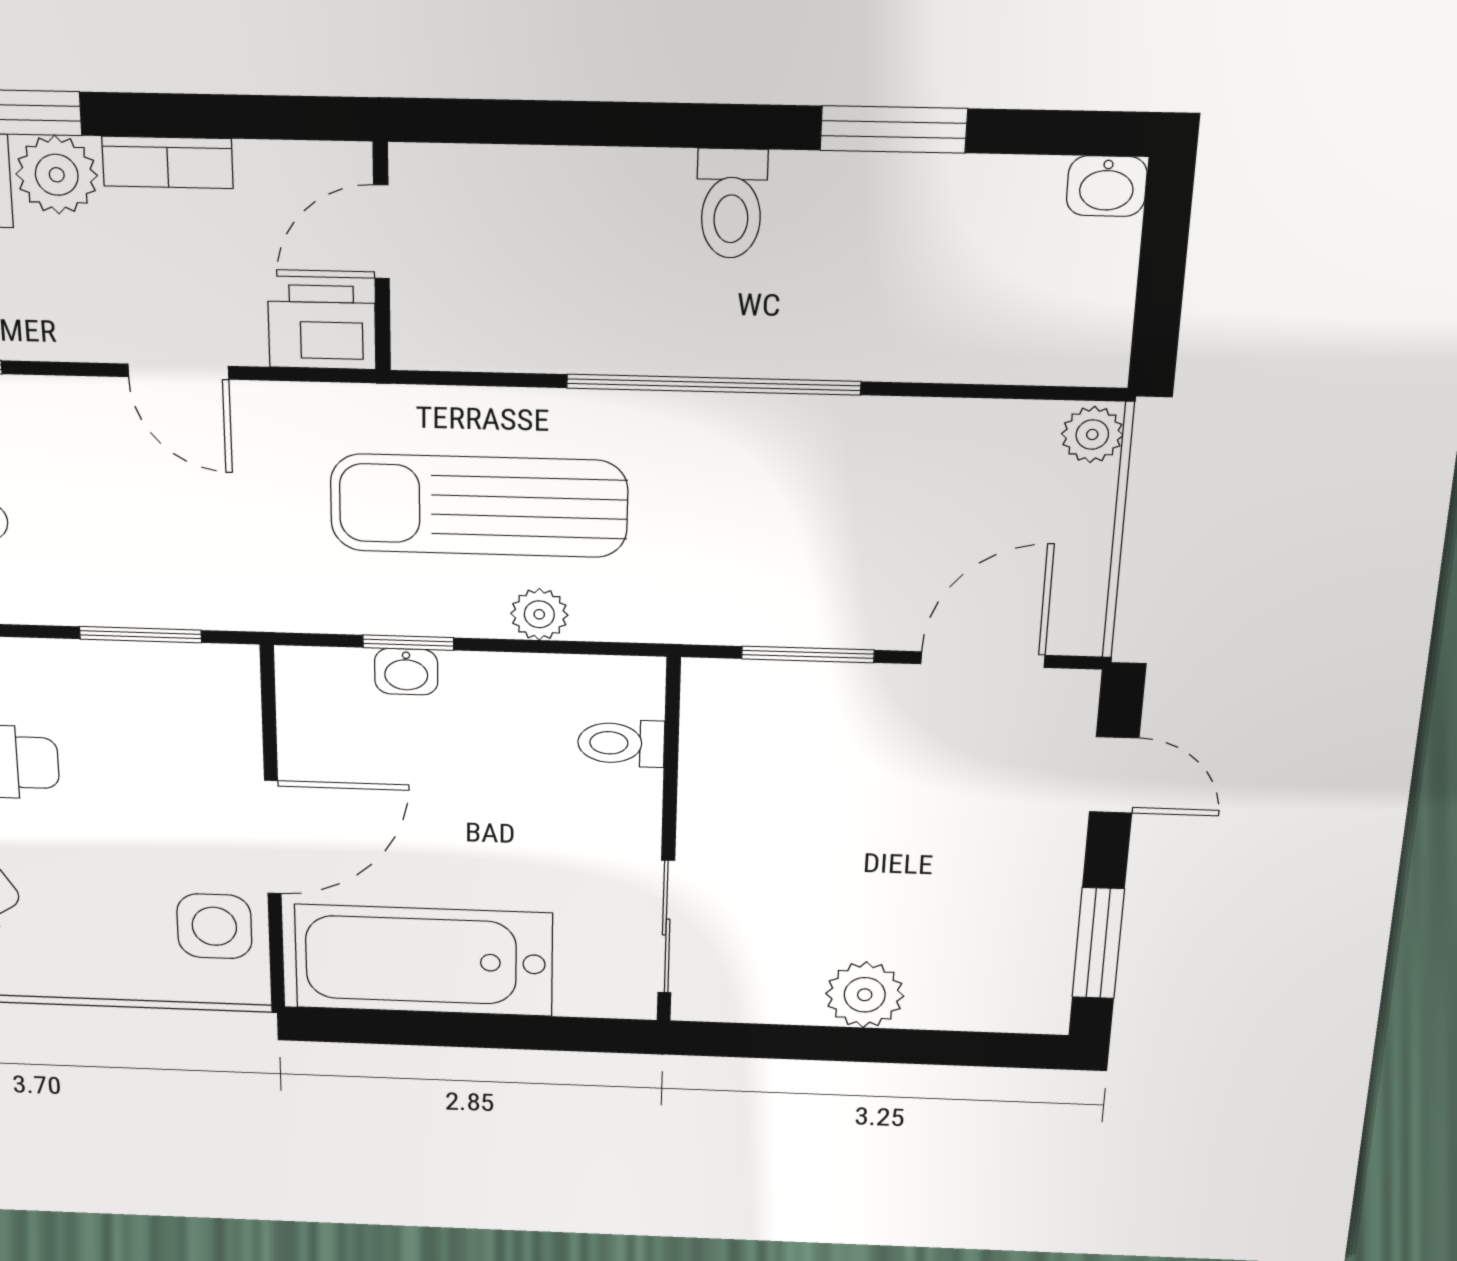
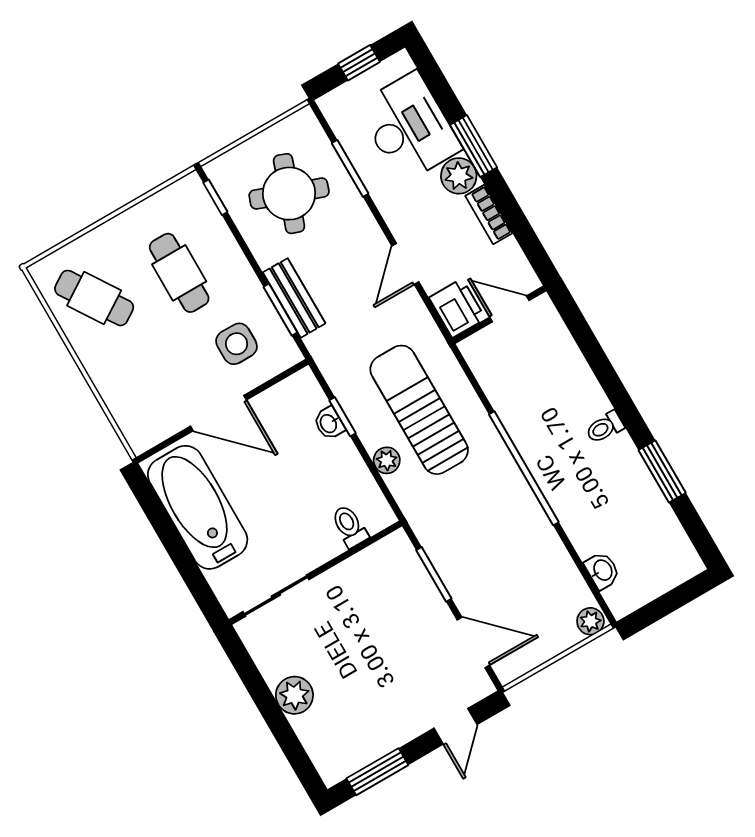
washbasin: (1107, 186) -> (602, 571), moved, turned 180
toilet: (731, 204) -> (605, 427), width x0.73, depth x0.72
bench: (131, 600) -> (294, 298), added
side table: (214, 926) -> (237, 344), moved

